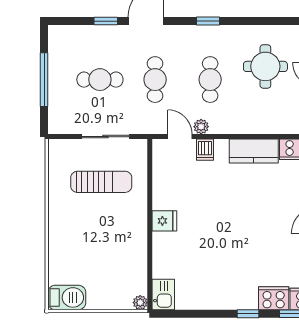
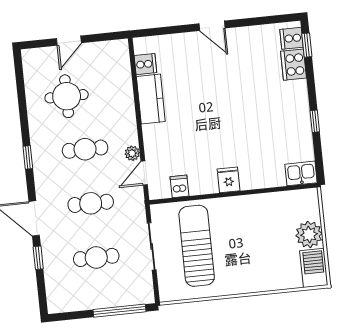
window: (44, 80) -> (120, 311), moved
cafe table: (100, 80) -> (96, 257), turned 90
dishwasher: (205, 150) -> (179, 186), moved, turned -90
sun lounger: (101, 182) -> (197, 246), width x1.36, depth x1.34
plant: (140, 303) -> (309, 235), moved, width x1.88, depth x1.88
window: (248, 314) -> (315, 121), moved

